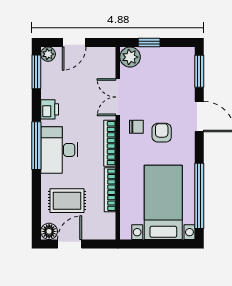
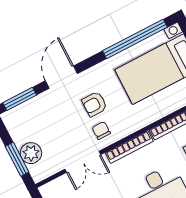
window: (149, 42) -> (17, 159), width x1.50
plant: (130, 57) -> (31, 153), moved

